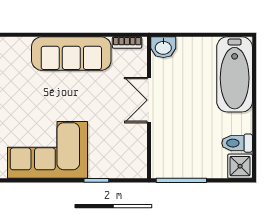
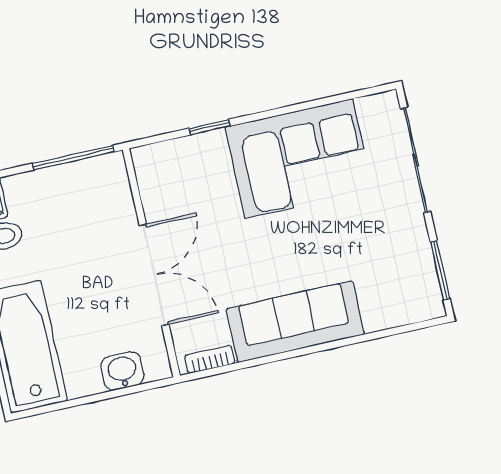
washbasin: (163, 47) -> (122, 371), moved
double door: (149, 100) -> (154, 275), width x1.37

